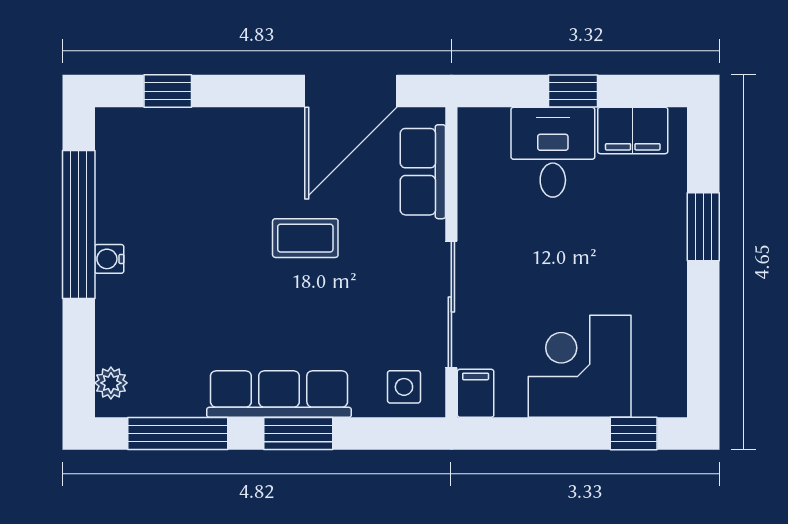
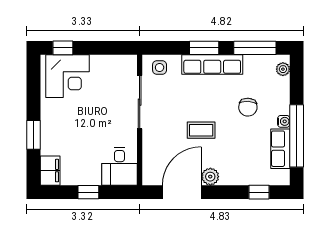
plant: (284, 128) -> (210, 177), added
filing cabinet: (633, 130) -> (50, 171), moved, turned 90
desk: (553, 152) -> (119, 166), moved
row of seats: (423, 172) -> (280, 149), moved, turned 180
chair: (194, 293) -> (248, 107), added
corner desk: (580, 366) -> (67, 76), moved
filing cabinet: (476, 393) -> (129, 65), removed

